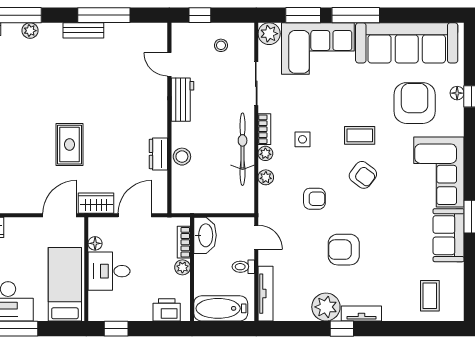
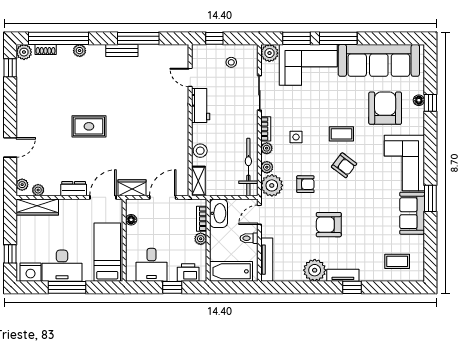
rug: (70, 145) -> (89, 126), moved, turned 90
bicycle: (243, 149) -> (248, 167), moved
dresser: (158, 154) -> (74, 189), moved, turned 90
shelving: (180, 195) -> (198, 181), added
plant: (272, 200) -> (272, 185), added
door: (256, 237) -> (259, 215), swing flipped
desk: (109, 271) -> (152, 265), moved, turned -90
coffee table: (430, 296) -> (397, 261), turned 90
window: (116, 329) -> (172, 287), moved
window: (342, 329) -> (352, 287), moved

